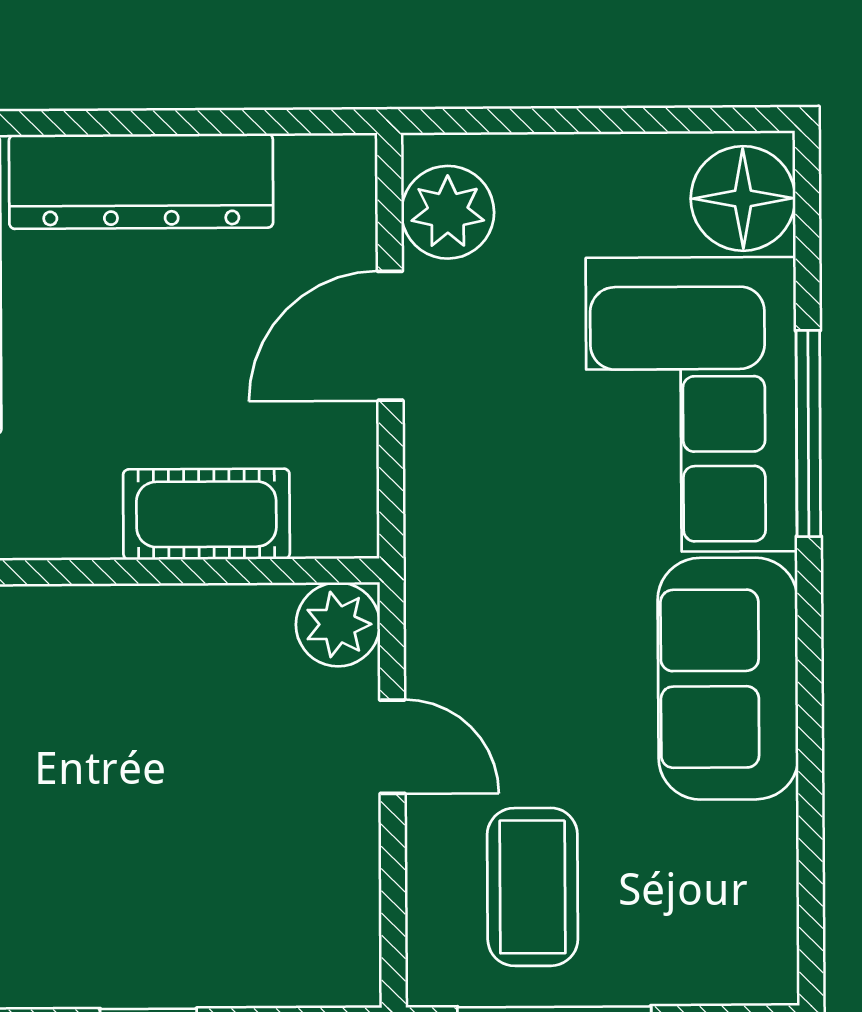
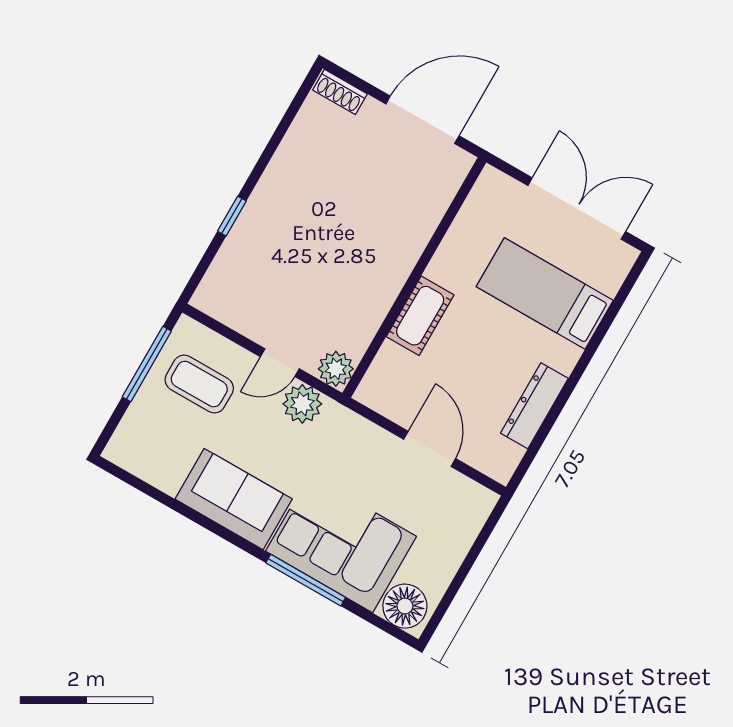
dresser: (141, 181) -> (534, 406), width x0.73, depth x0.80
plant: (448, 212) -> (302, 404), moved
cot: (206, 514) -> (420, 316), moved

